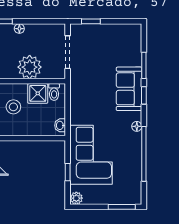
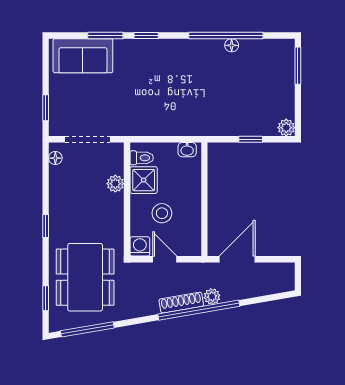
floor lamp: (19, 29) -> (55, 158), moved
plant: (30, 67) -> (115, 184), width x0.53, depth x0.53
sofa: (129, 89) -> (83, 56), moved
floor lamp: (137, 126) -> (232, 45), moved
corner sofa: (91, 155) -> (227, 107), removed

